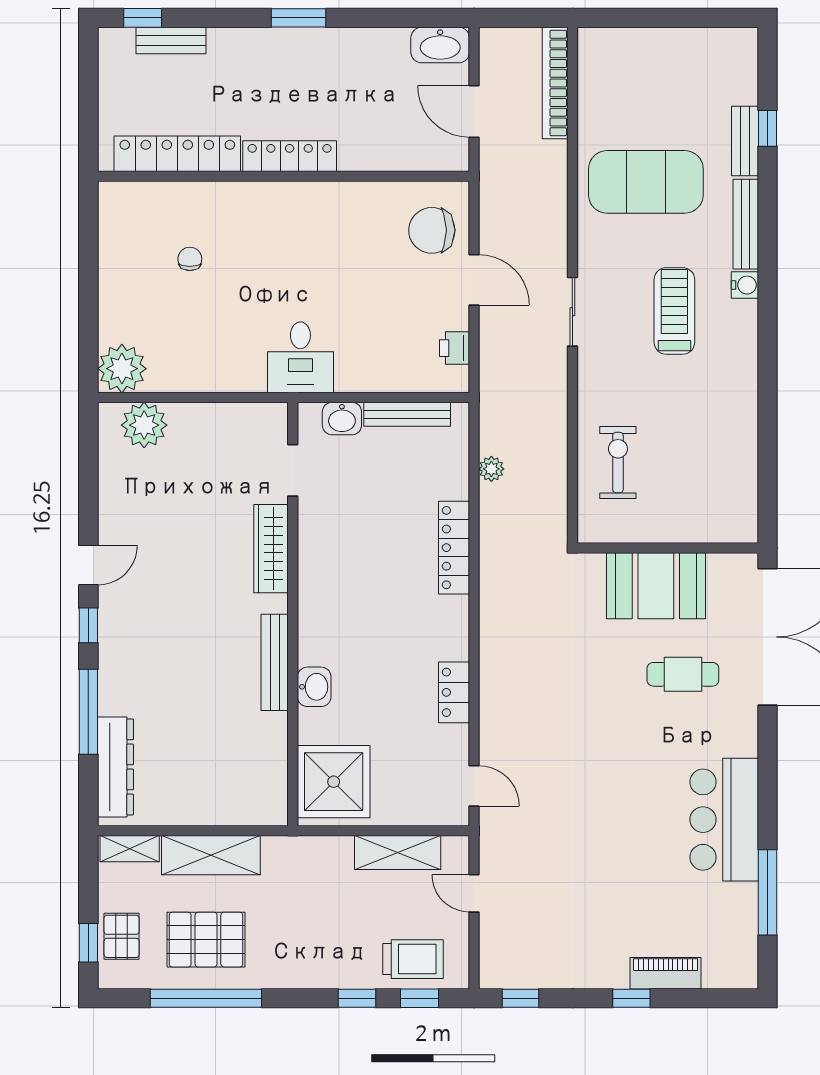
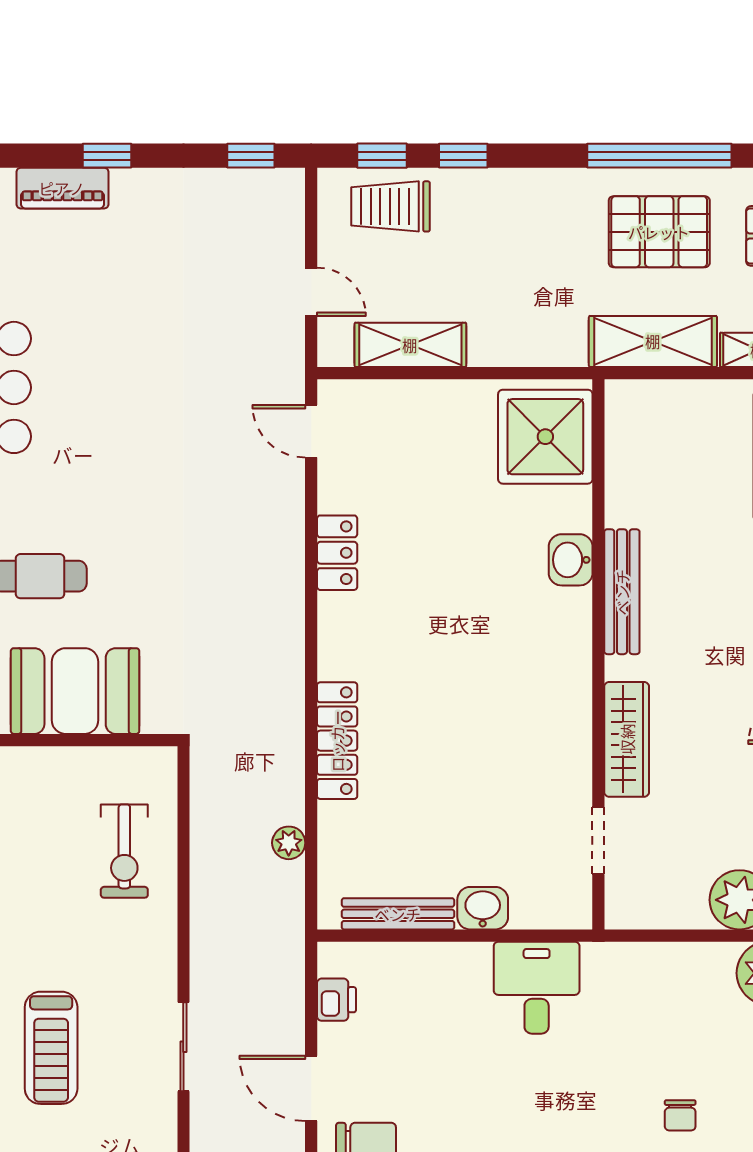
doorway: (293, 470) -> (598, 841), moved
wardrobe: (271, 549) -> (627, 739), moved
wall: (293, 614) -> (598, 654), moved
bench: (275, 662) -> (622, 592), moved
washbasin: (314, 687) -> (571, 560), moved
shower: (334, 782) -> (545, 437), moved

